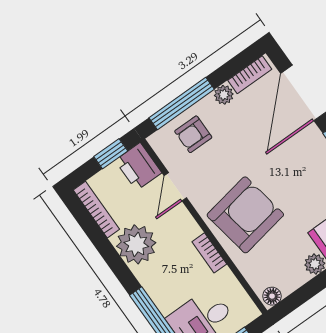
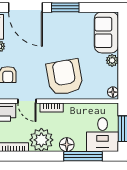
bookcase: (209, 253) -> (52, 108), moved
floor lamp: (155, 284) -> (67, 145), added

